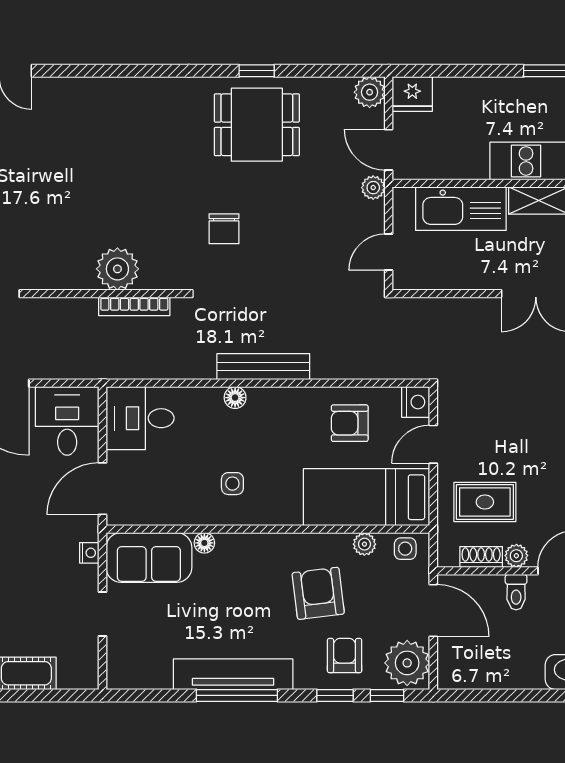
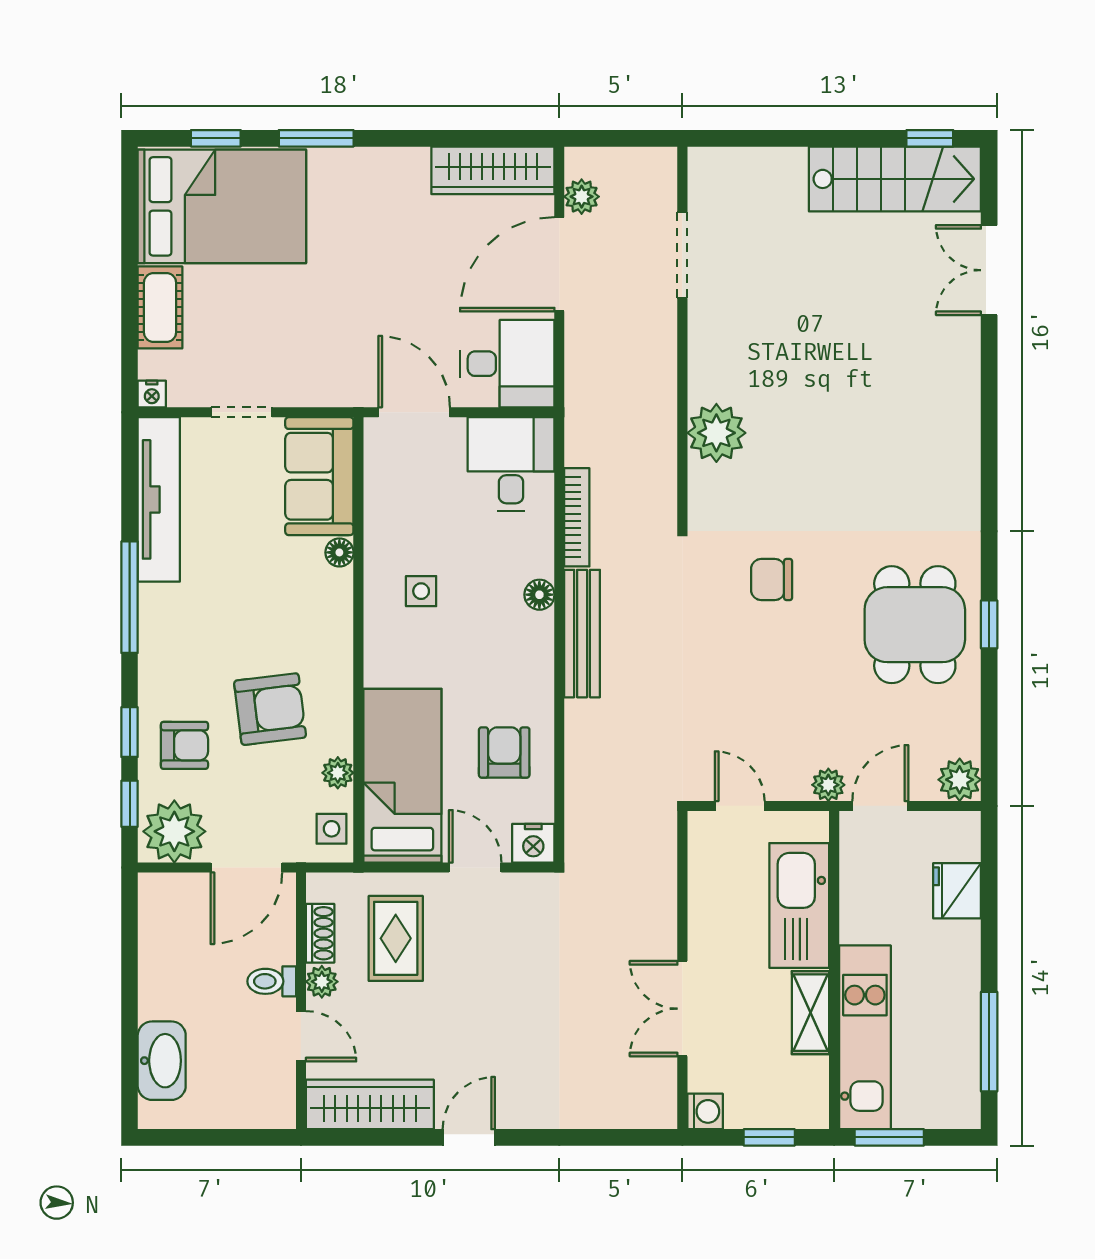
fridge: (412, 94) -> (957, 891), moved
bookcase: (134, 306) -> (577, 517), moved, turned 180
nightstand: (89, 553) -> (152, 394), moved
tv unit: (233, 674) -> (159, 499), moved

